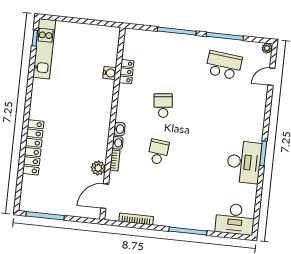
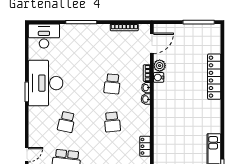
water cooler: (110, 73) -> (159, 77), moved
school desk: (219, 112) -> (66, 122), added
desk: (244, 162) -> (46, 83), width x1.36, depth x1.30

